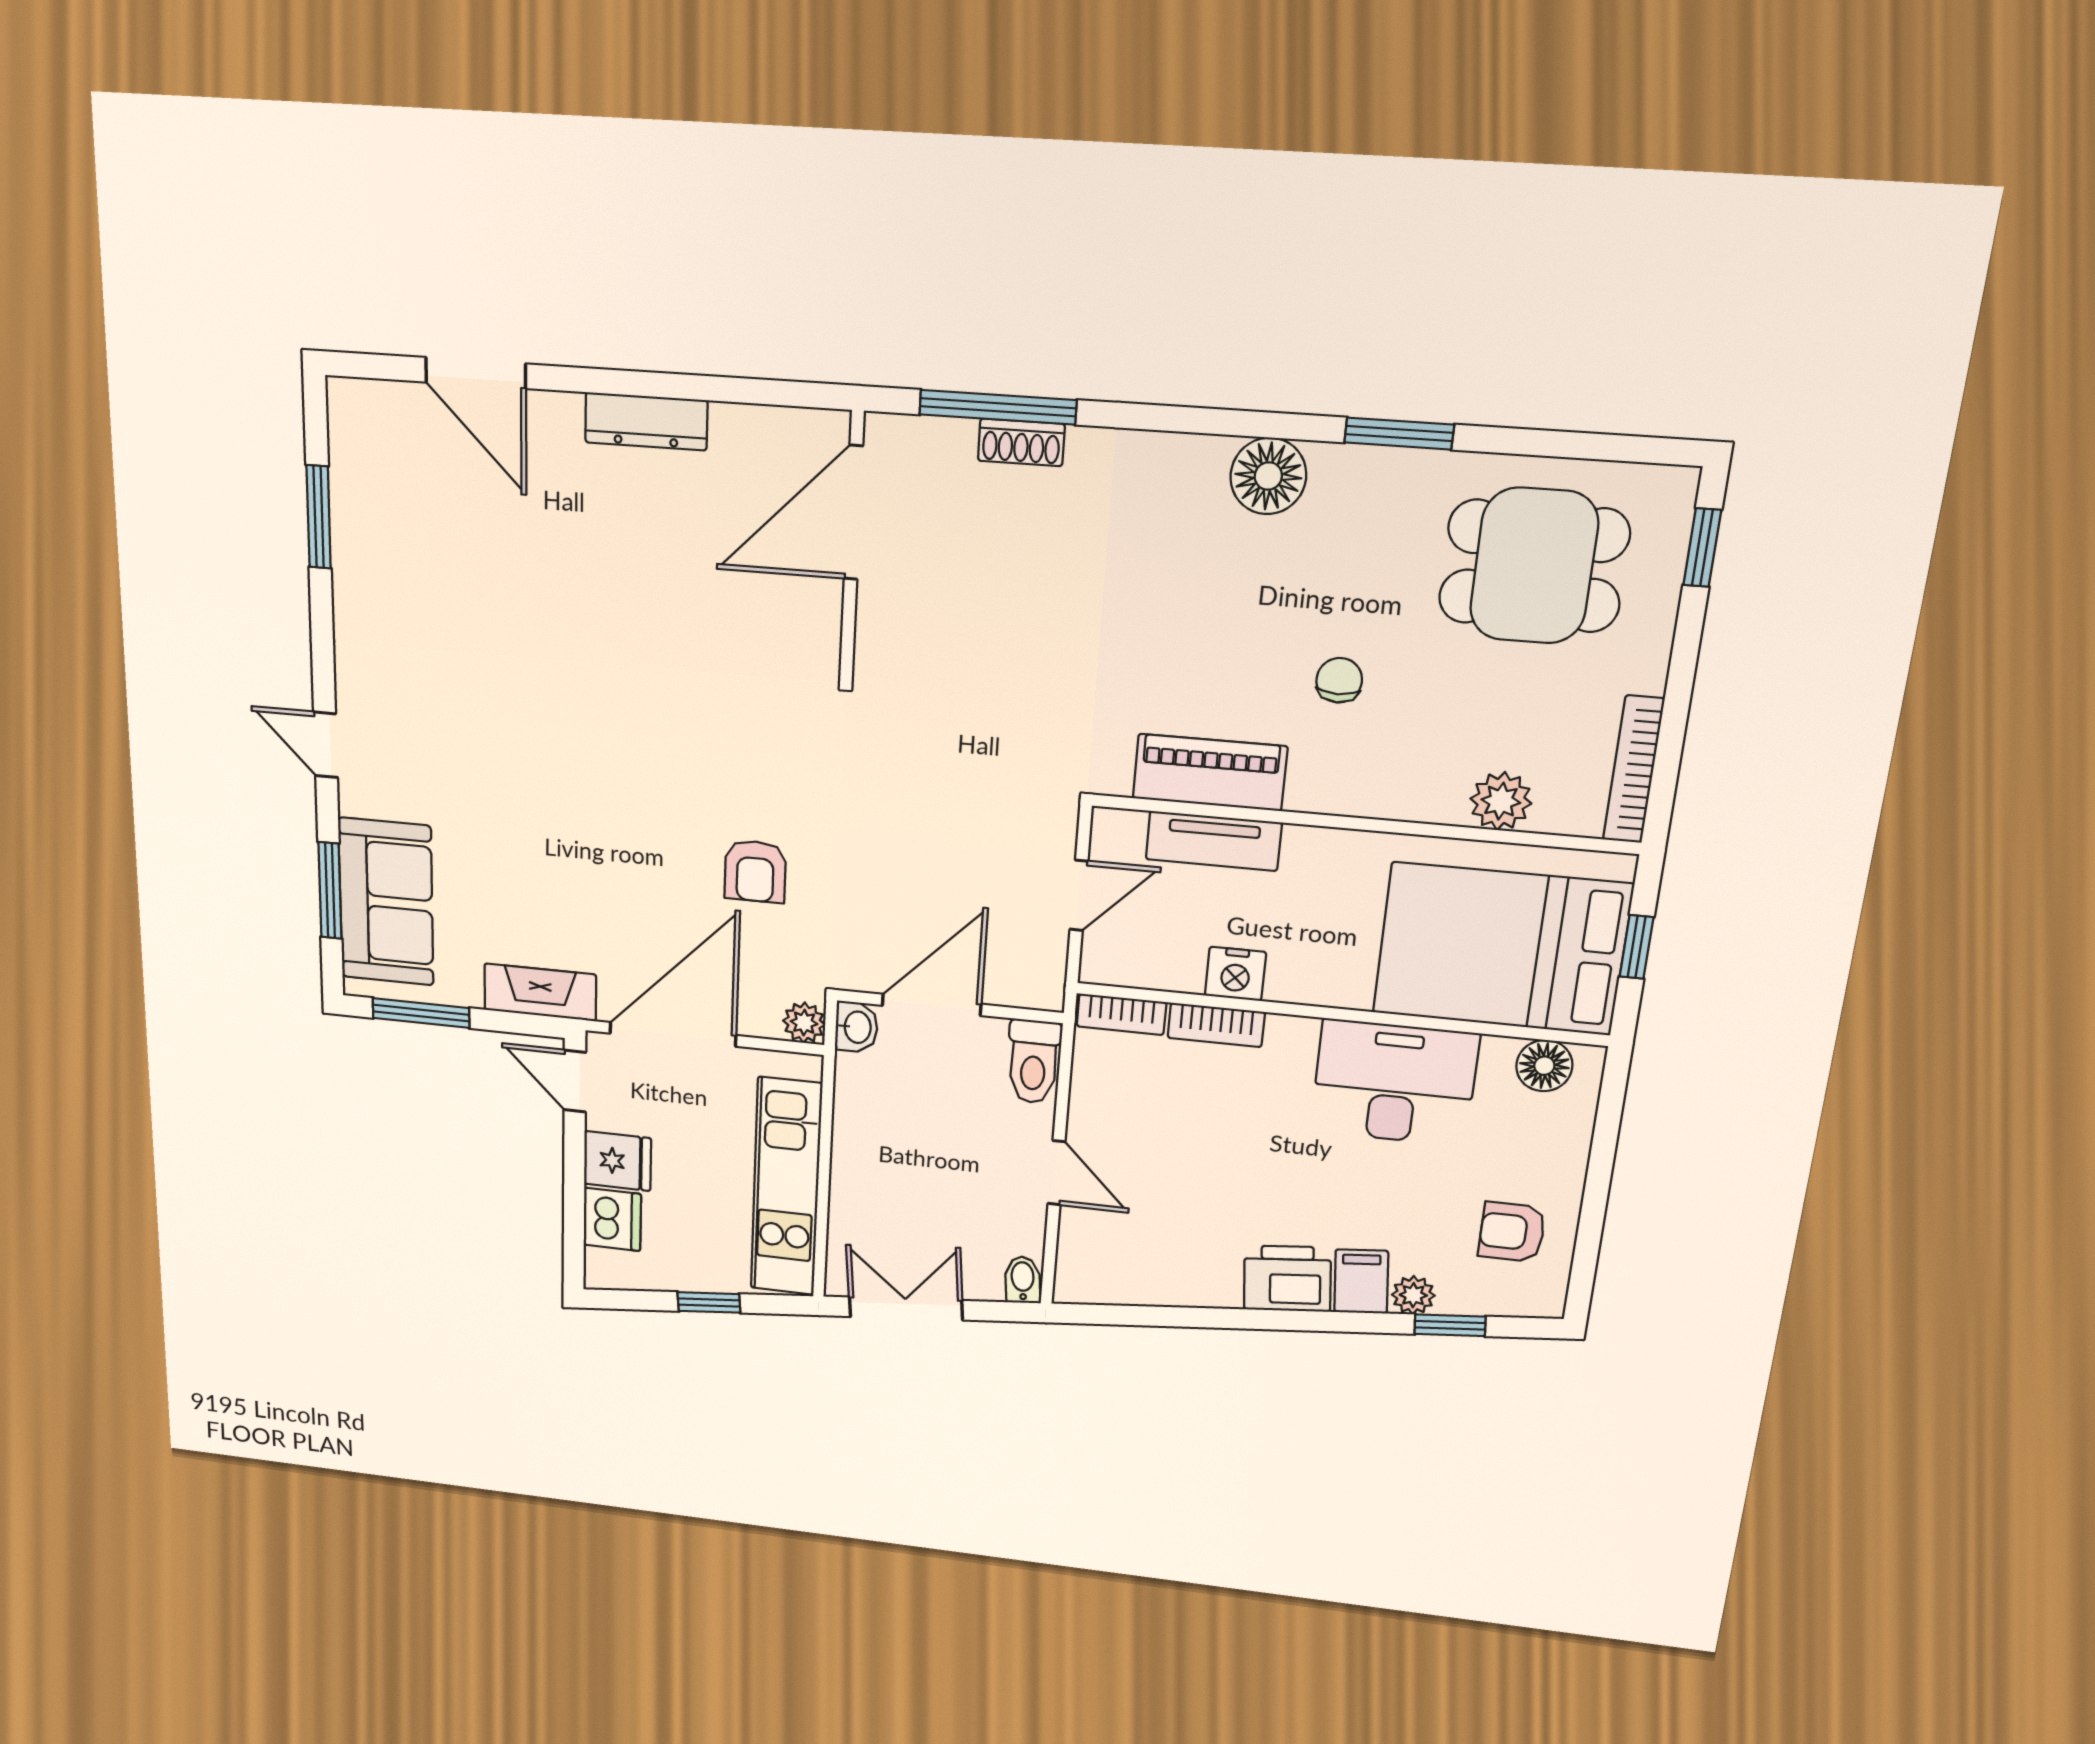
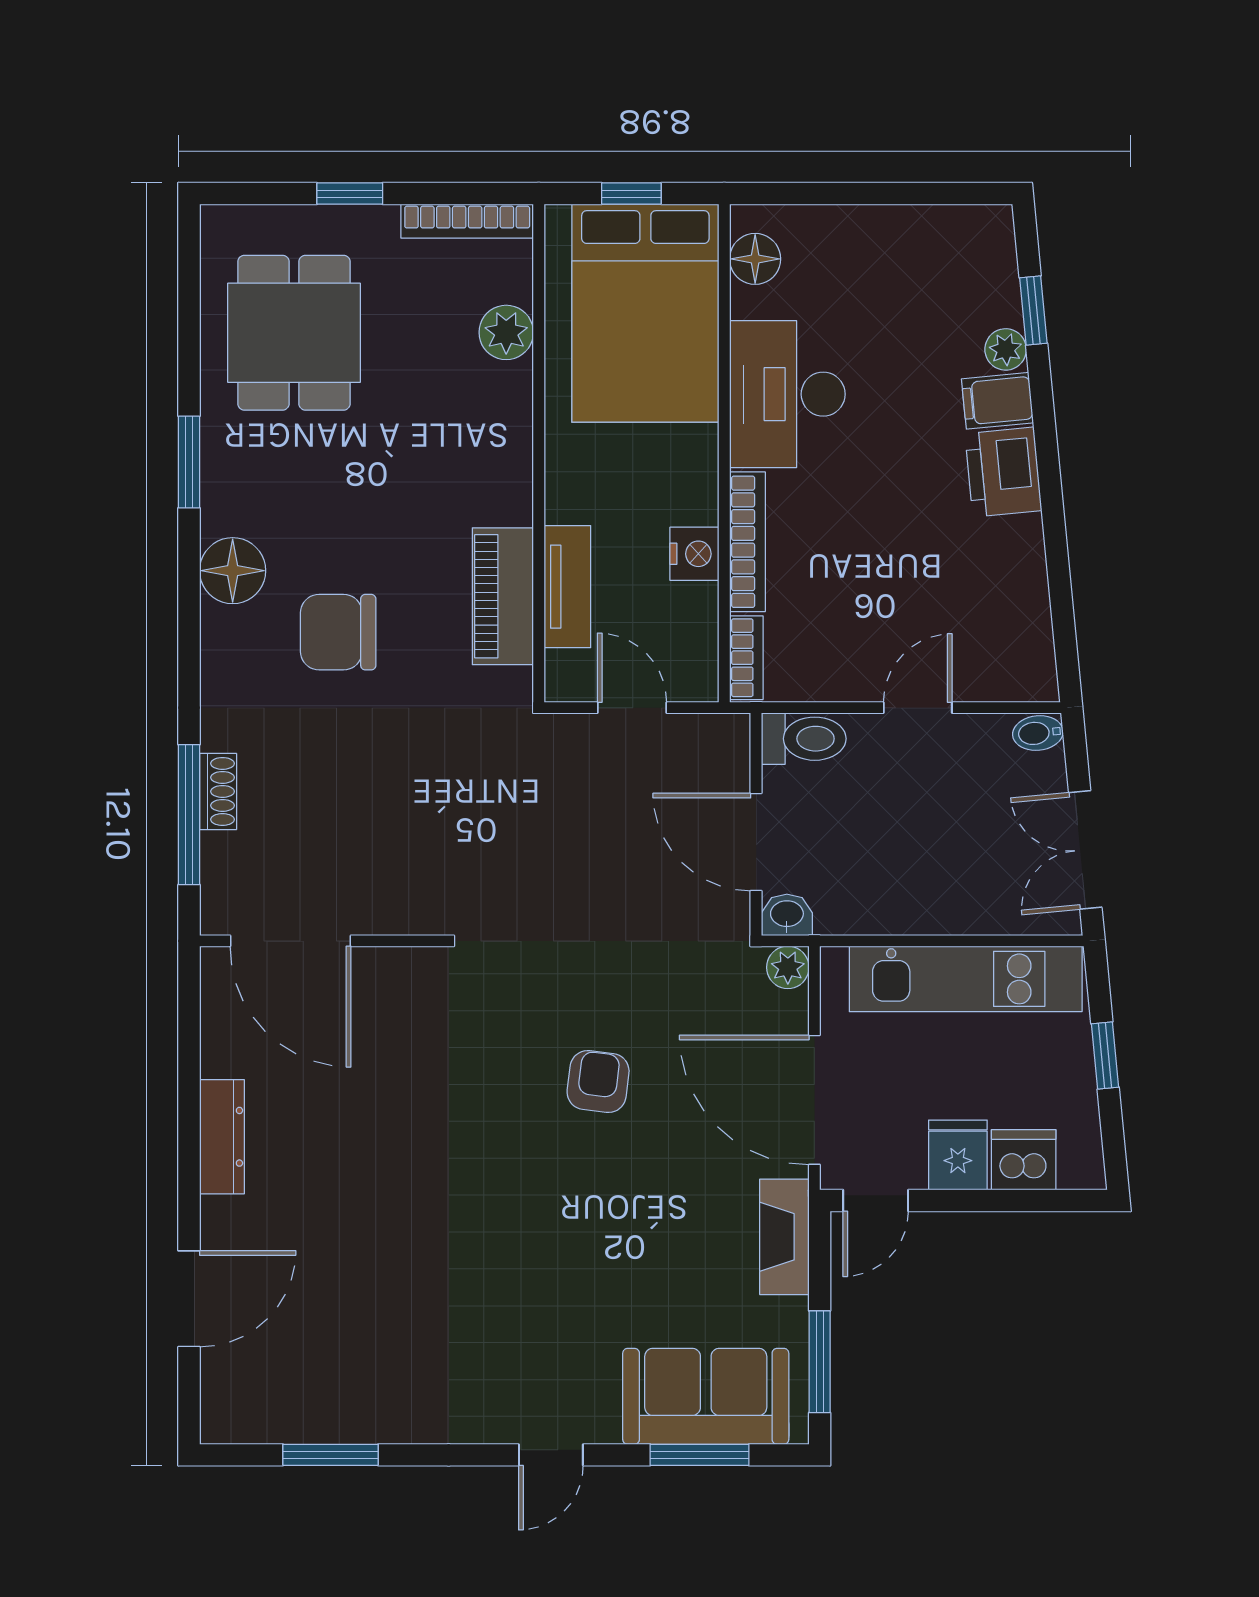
window: (1702, 548) -> (350, 194), moved
chair: (1339, 680) -> (338, 632), moved, width x1.87, depth x1.87
armchair: (755, 871) -> (598, 1082), moved, turned -83
bookcase: (1216, 1025) -> (747, 542), width x1.56
armchair: (1512, 1232) -> (927, 265), removed

